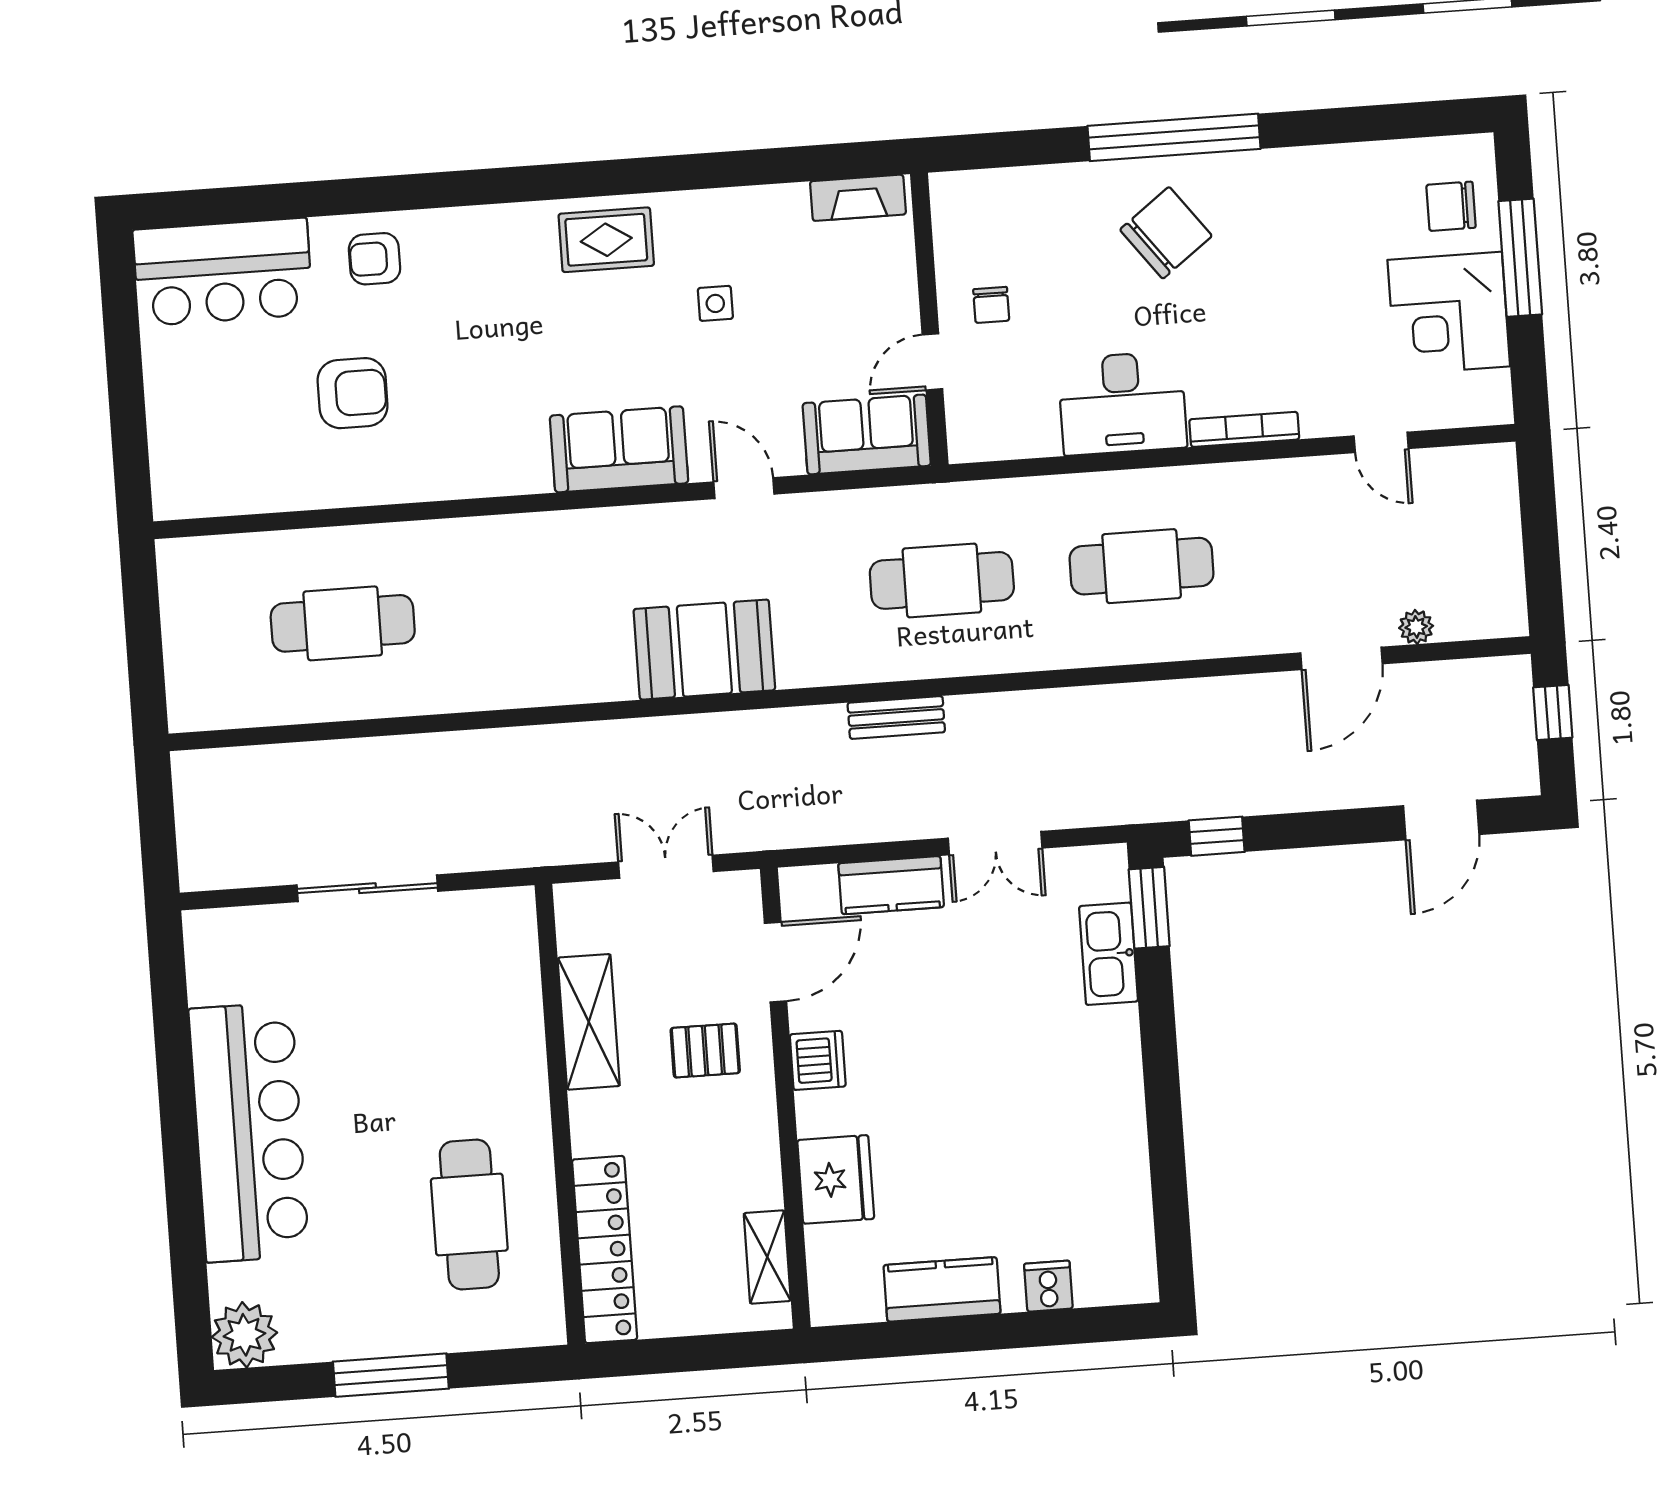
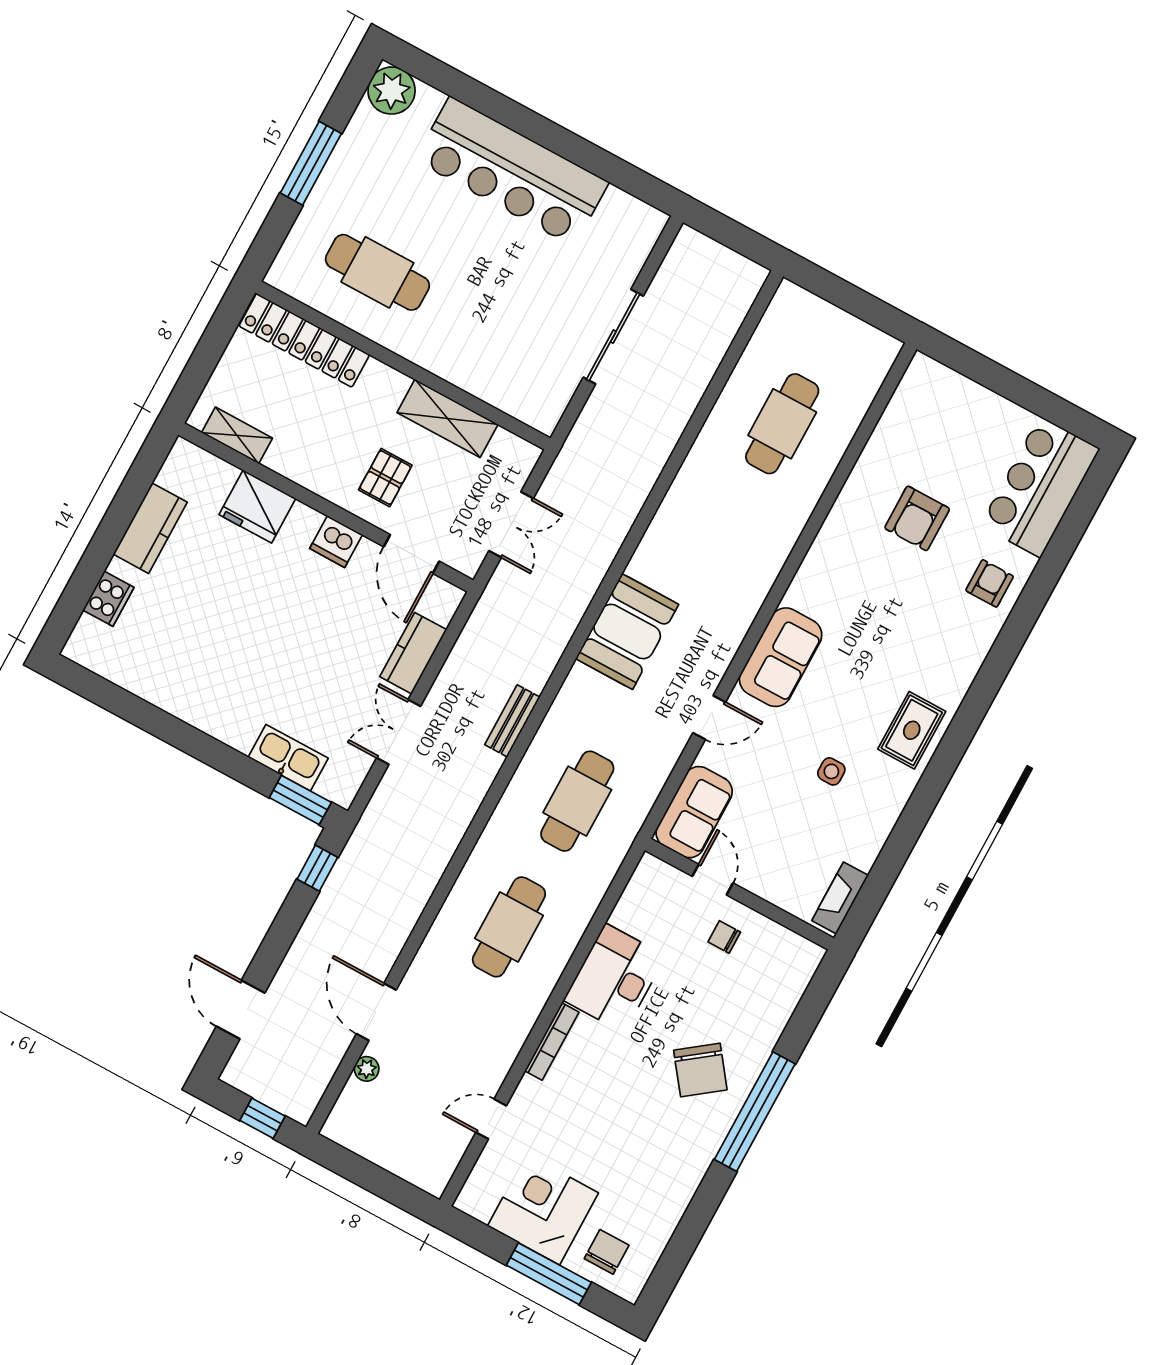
cooker: (1048, 1286) -> (108, 599), width x1.36

